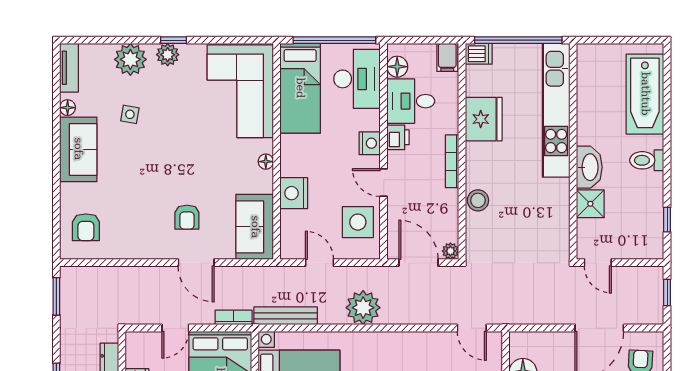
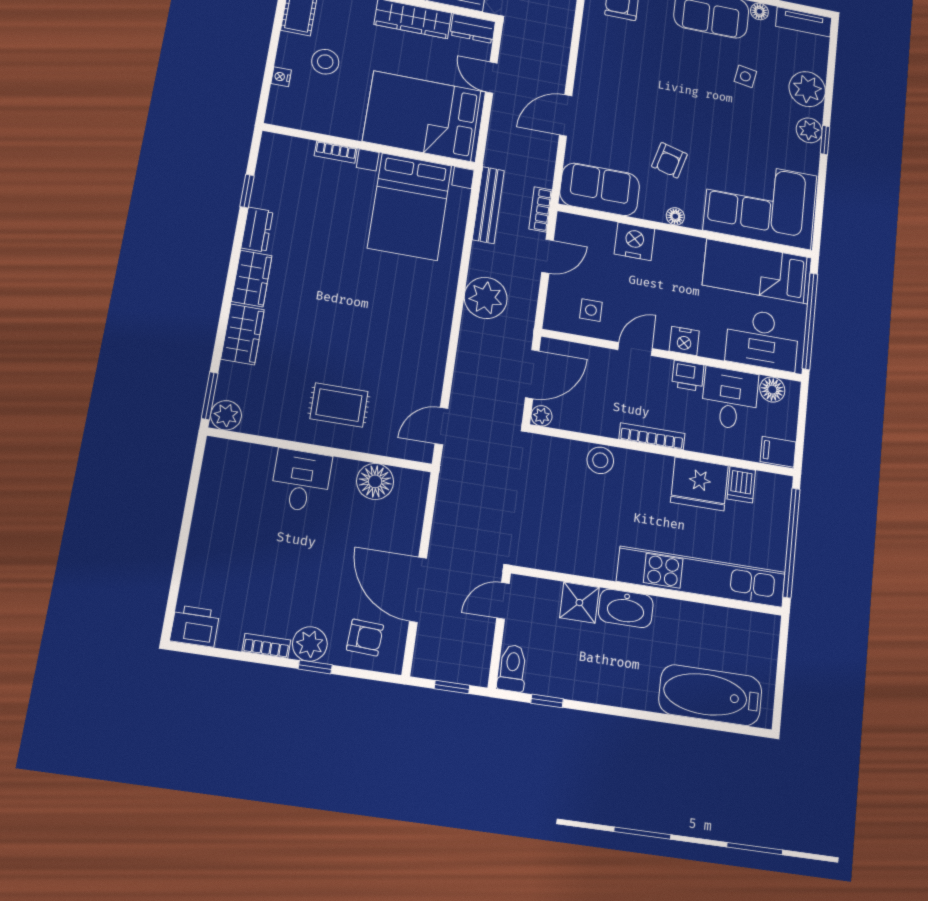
dishwasher: (479, 54) -> (741, 485), moved
toilet: (647, 160) -> (512, 668), moved
armchair: (187, 217) -> (669, 160), moved, turned -75
side table: (358, 222) -> (591, 310), width x0.54, depth x0.54
bookcase: (234, 317) -> (540, 209), moved, turned 180
dresser: (135, 349) -> (473, 28), added

